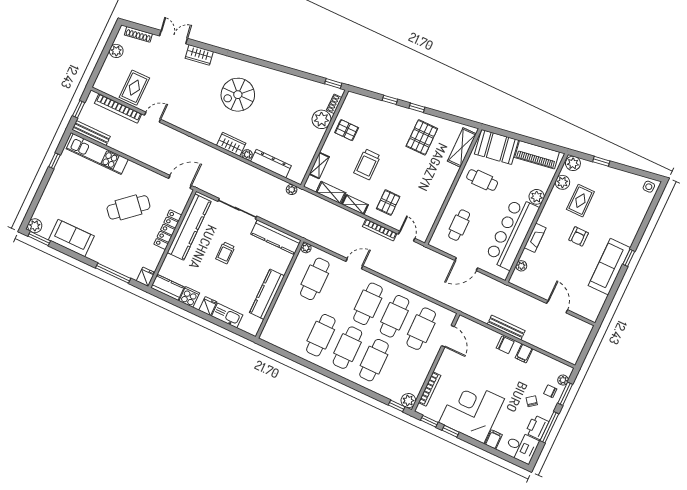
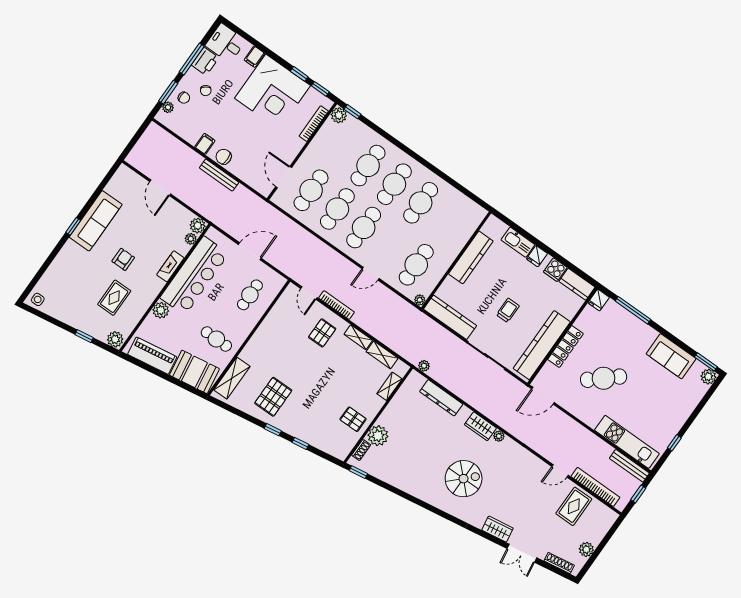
plant: (247, 155) -> (499, 436), moved
trolley: (367, 164) -> (337, 378), removed
plant: (562, 182) -> (198, 226), moved

